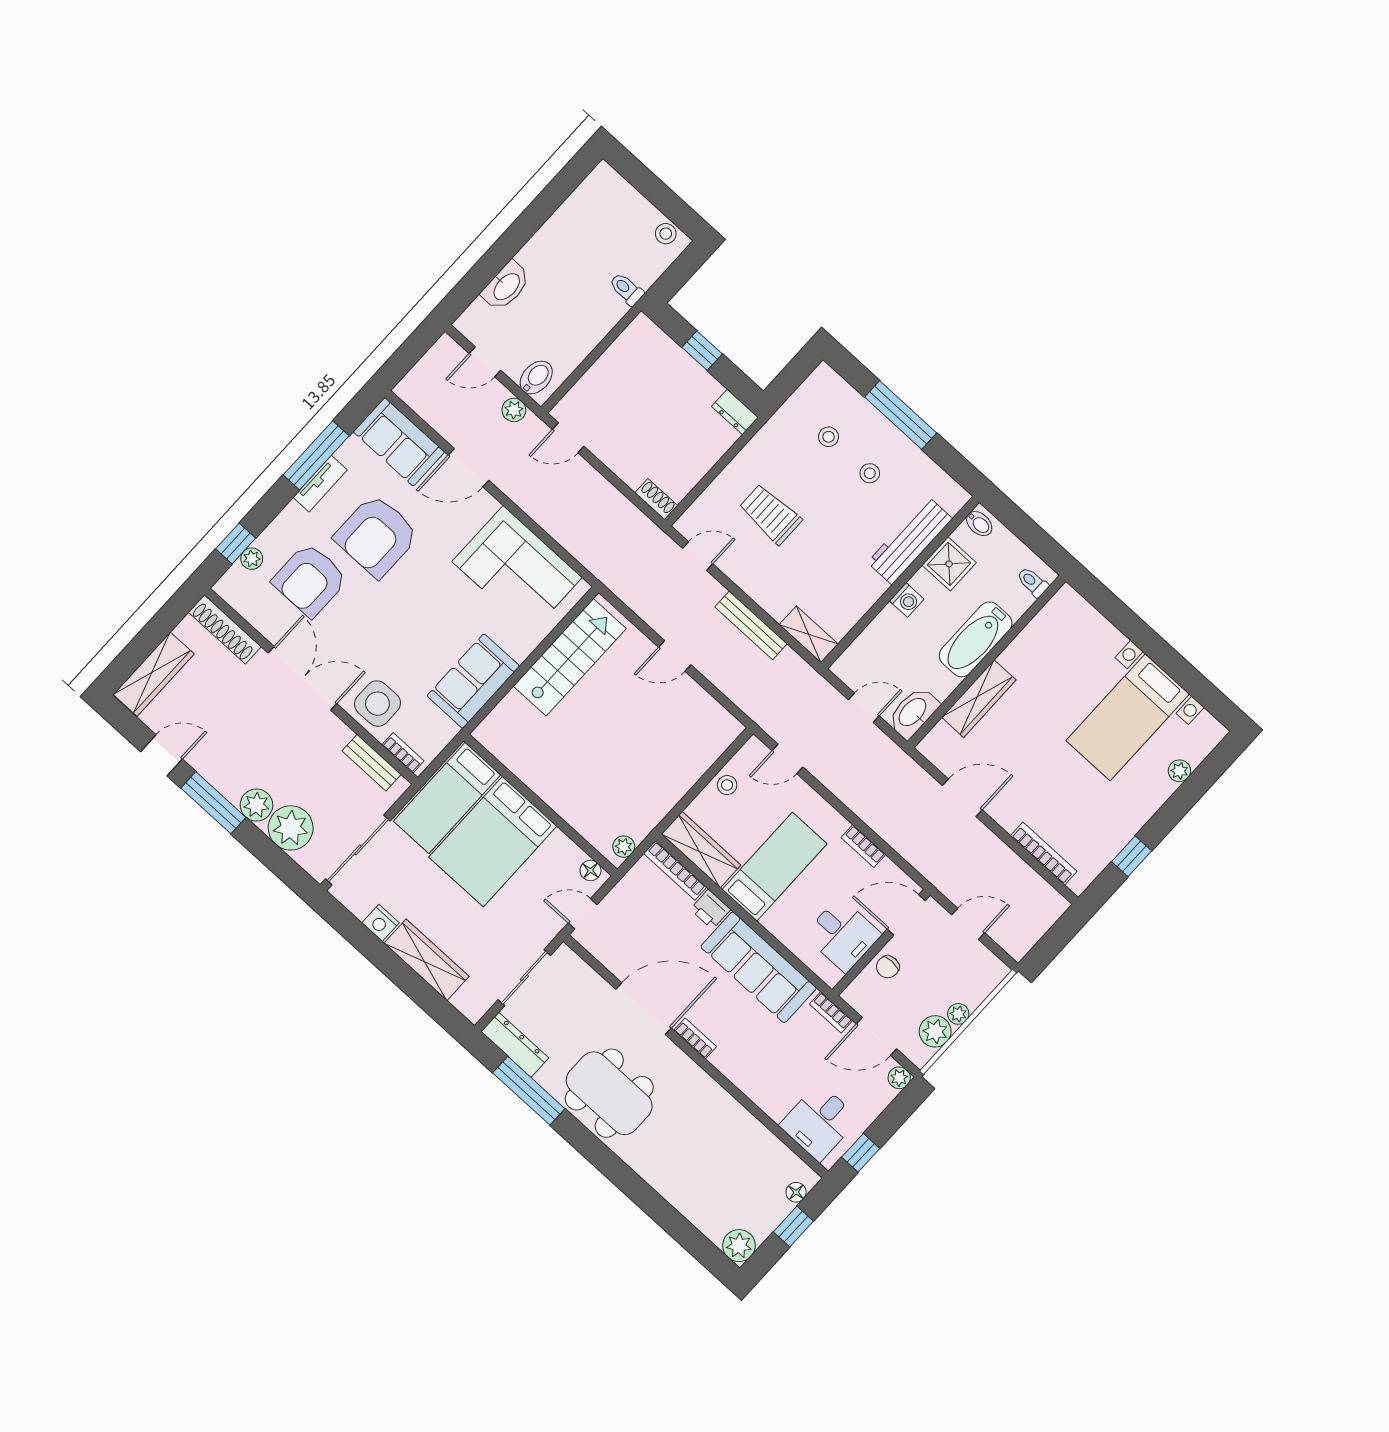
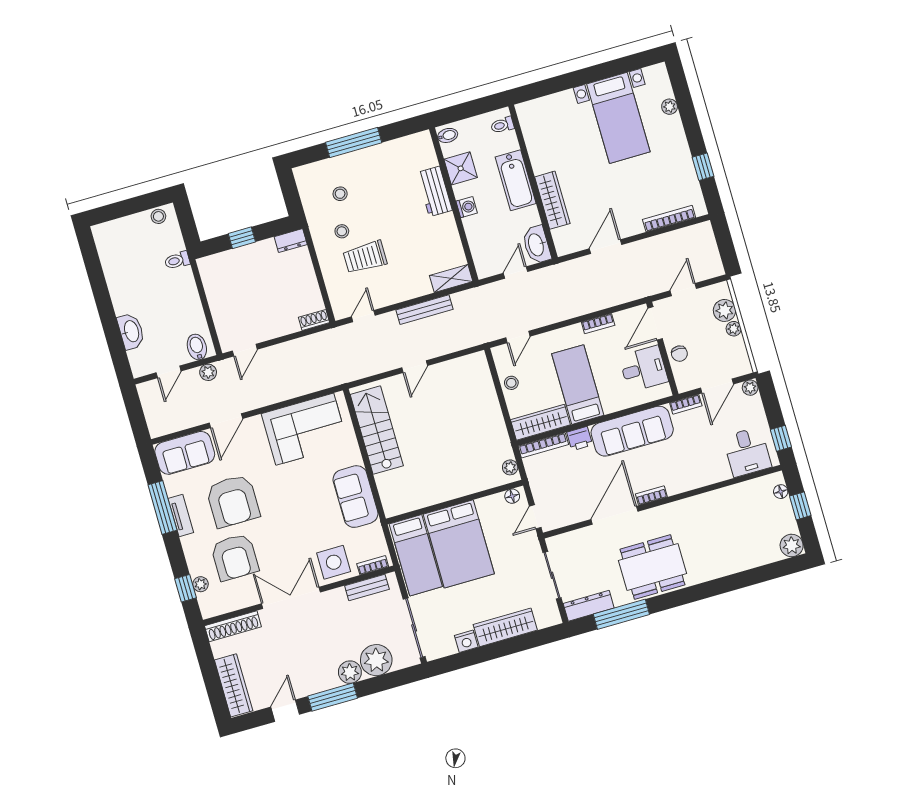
stool: (870, 473) -> (342, 231), moved
workbench: (910, 540) -> (435, 191), width x0.73
plant: (935, 1031) -> (725, 310), moved

